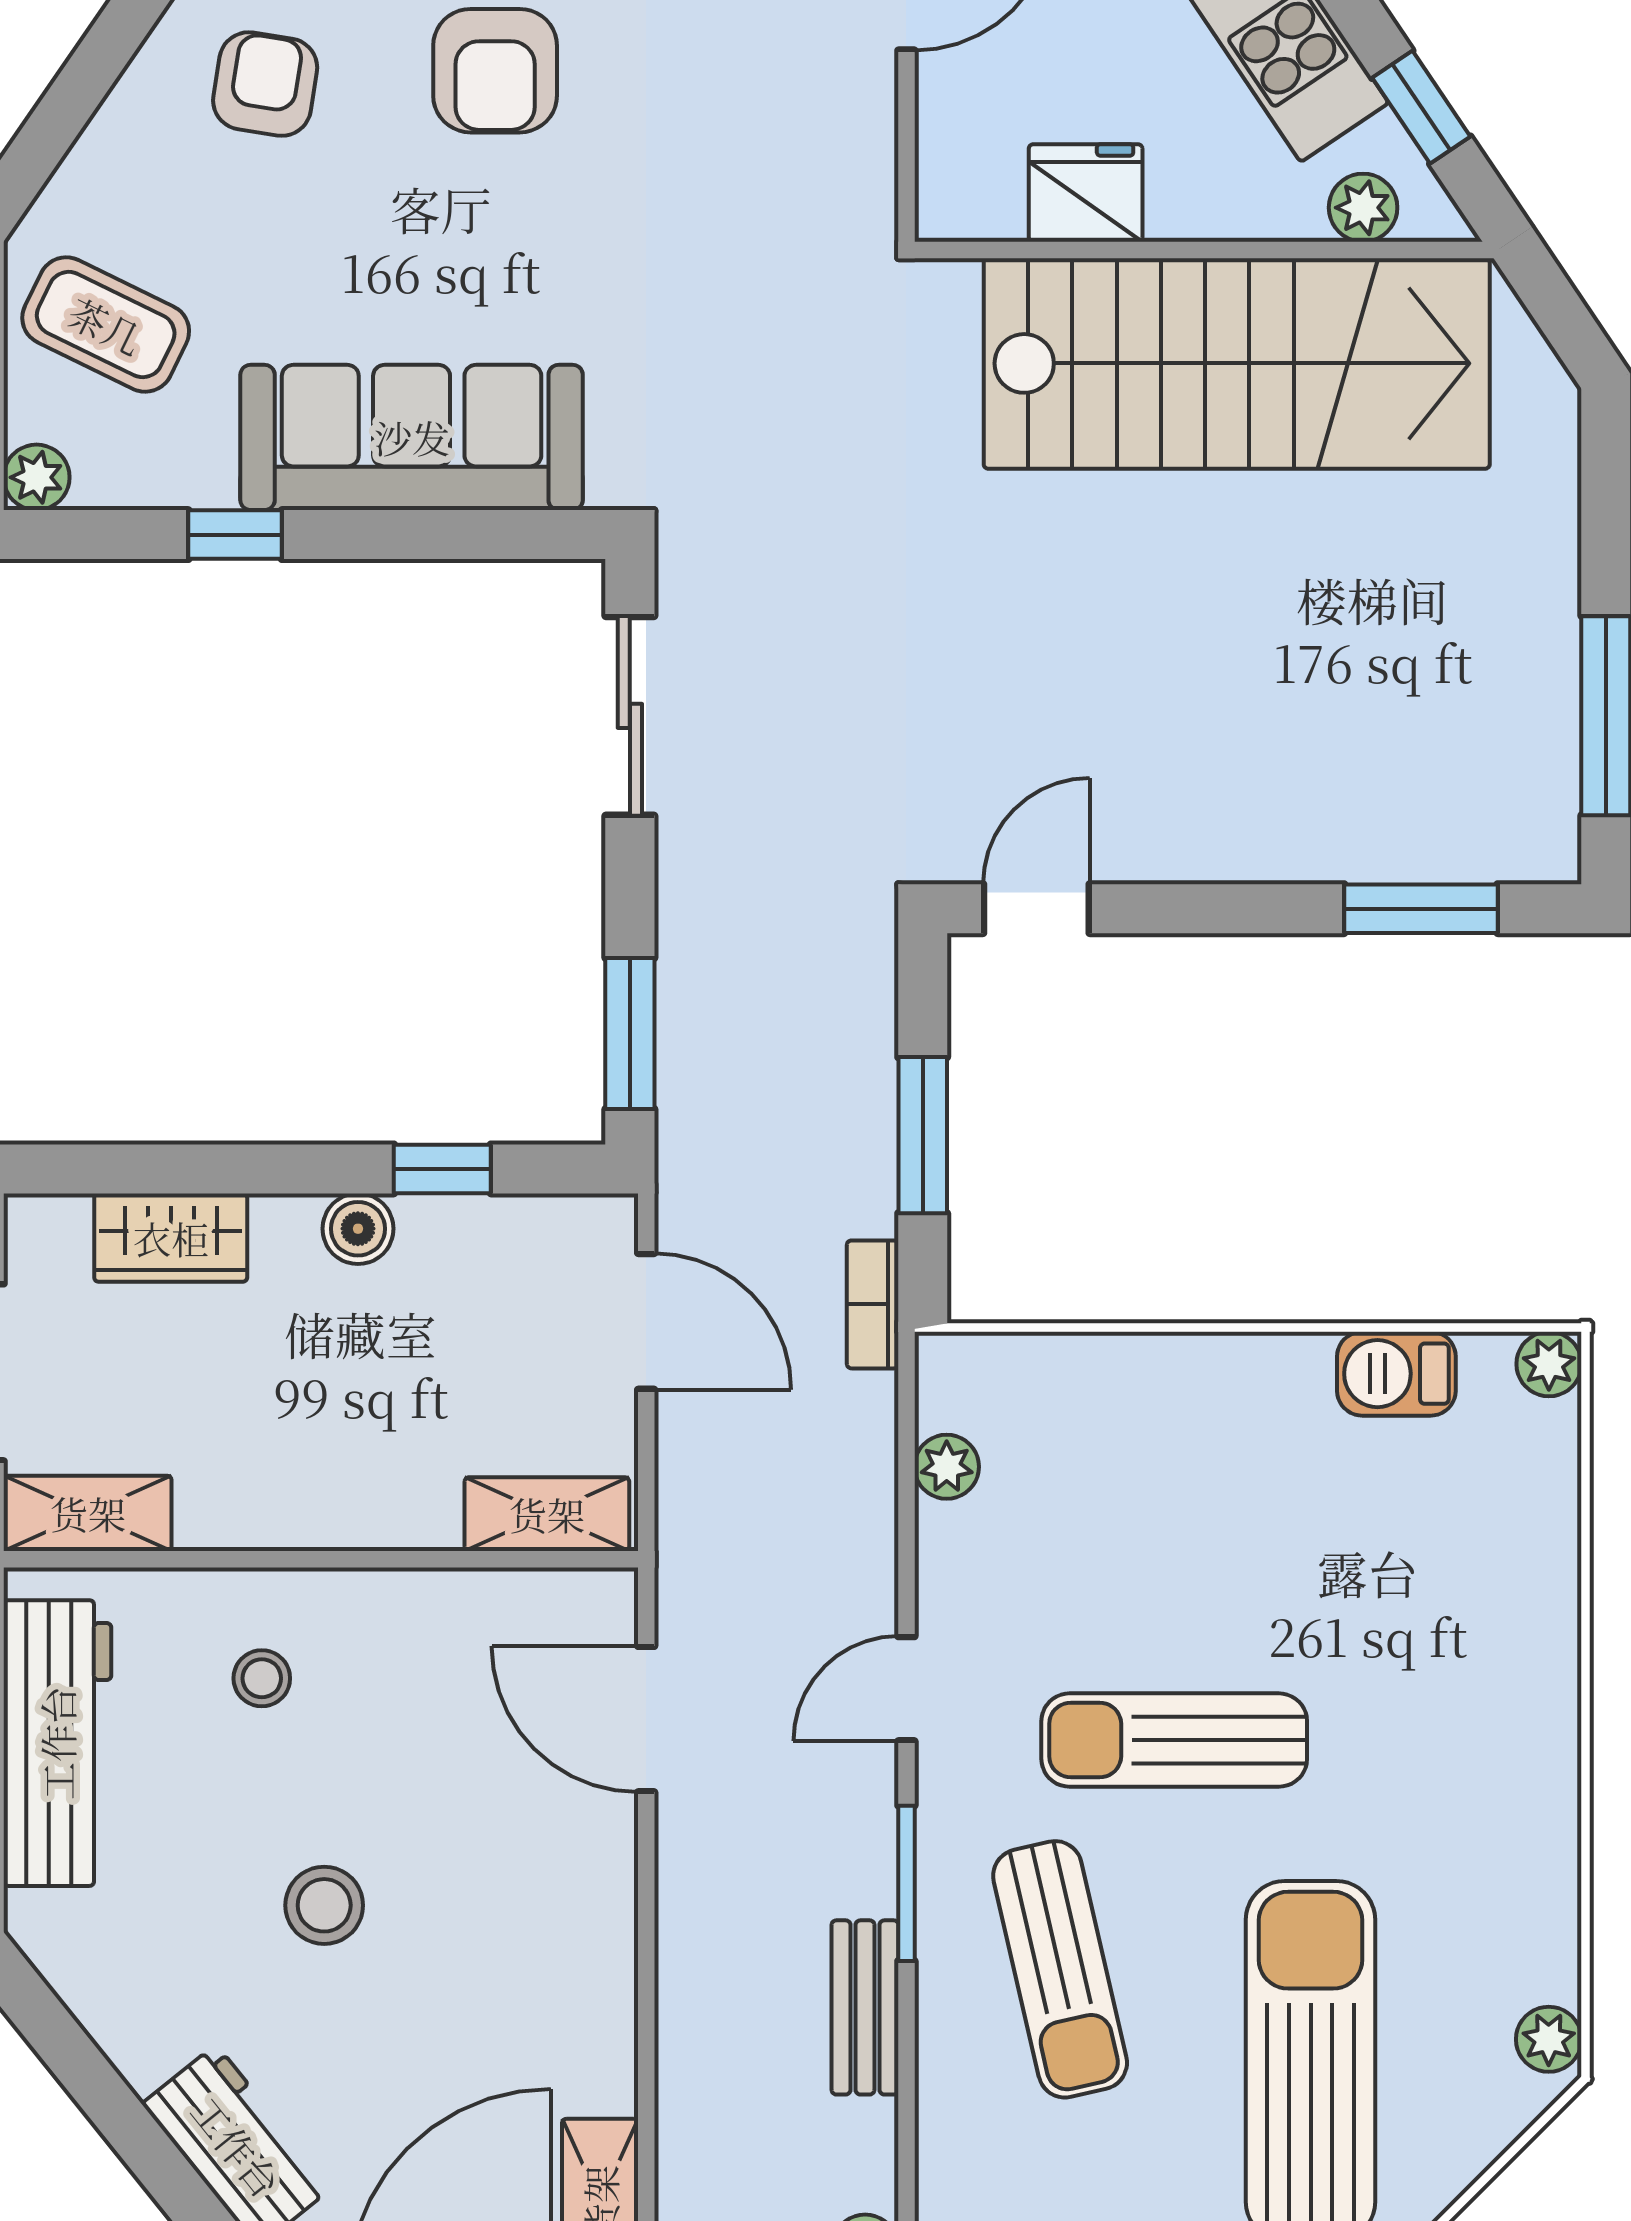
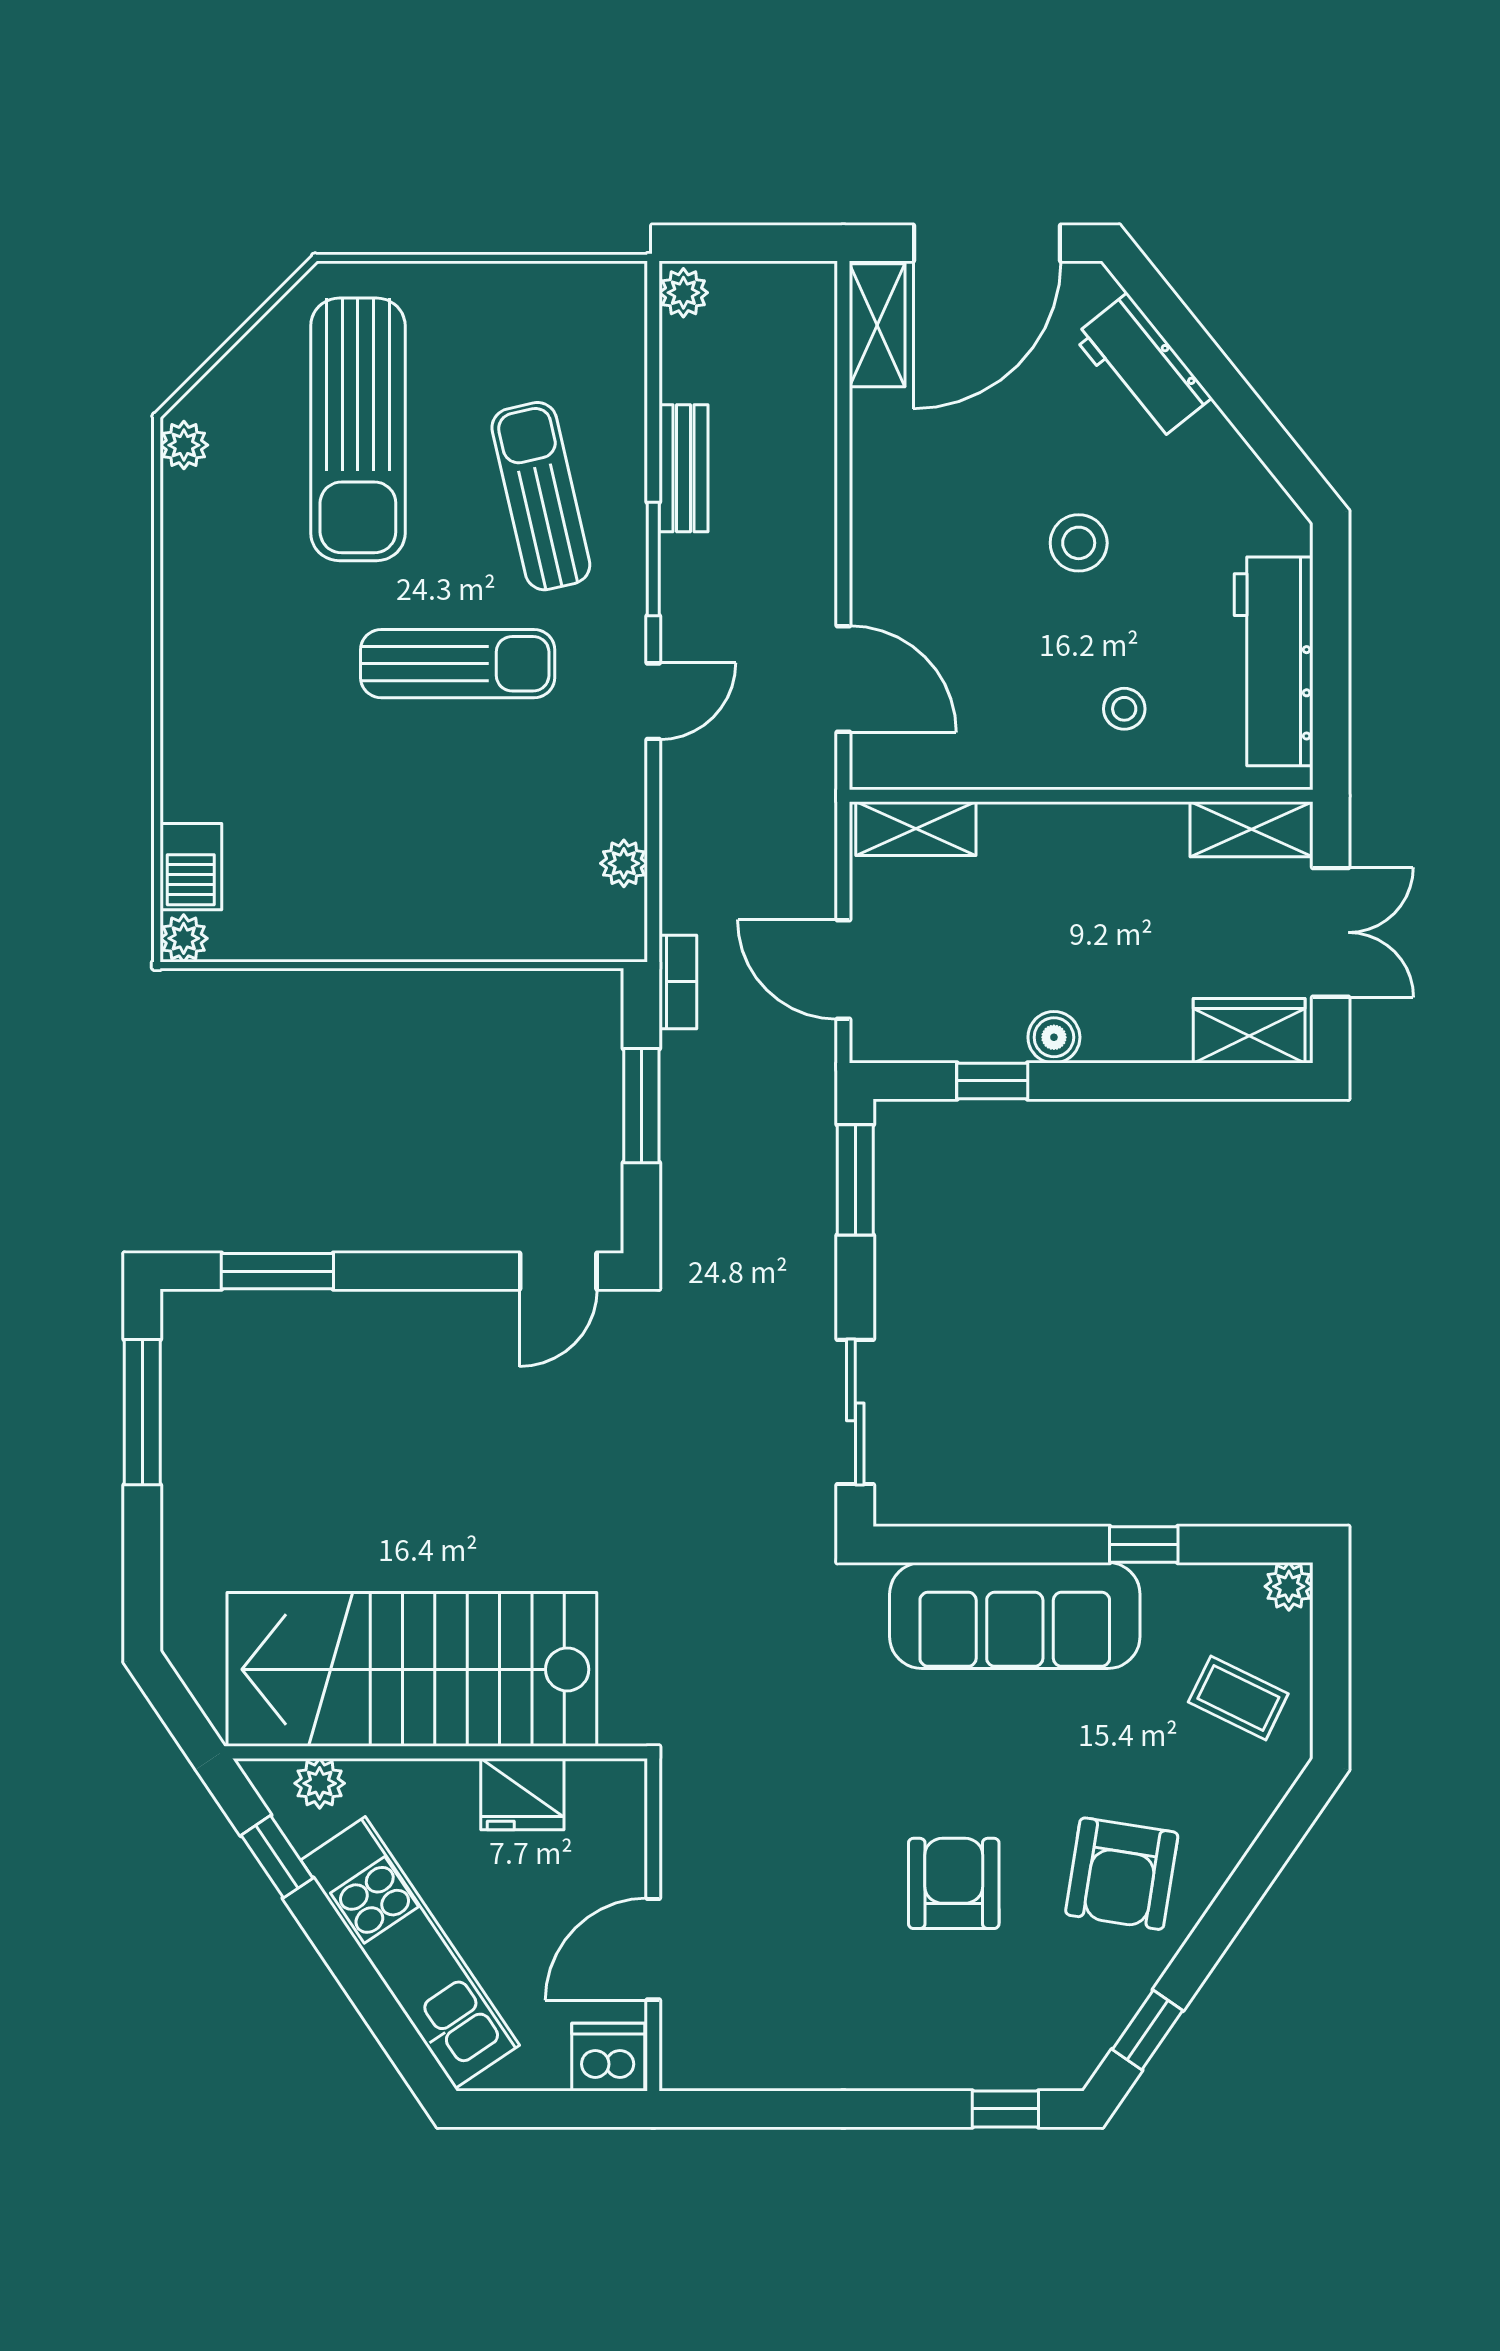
armchair: (265, 84) -> (1122, 1874), width x1.38, depth x1.38
coffee table: (106, 325) -> (1238, 1698), width x0.73, depth x0.77
wardrobe: (171, 1238) -> (1249, 1031), moved
barbecue: (1396, 1374) -> (191, 867), moved, turned 90

